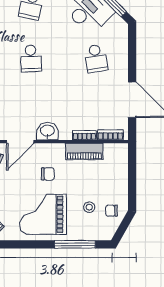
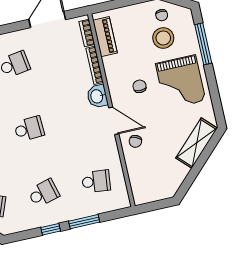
bookcase: (84, 135) -> (95, 65), width x1.56
piano: (84, 151) -> (105, 37), moved
stool: (89, 207) -> (163, 38), width x1.89, depth x1.89

